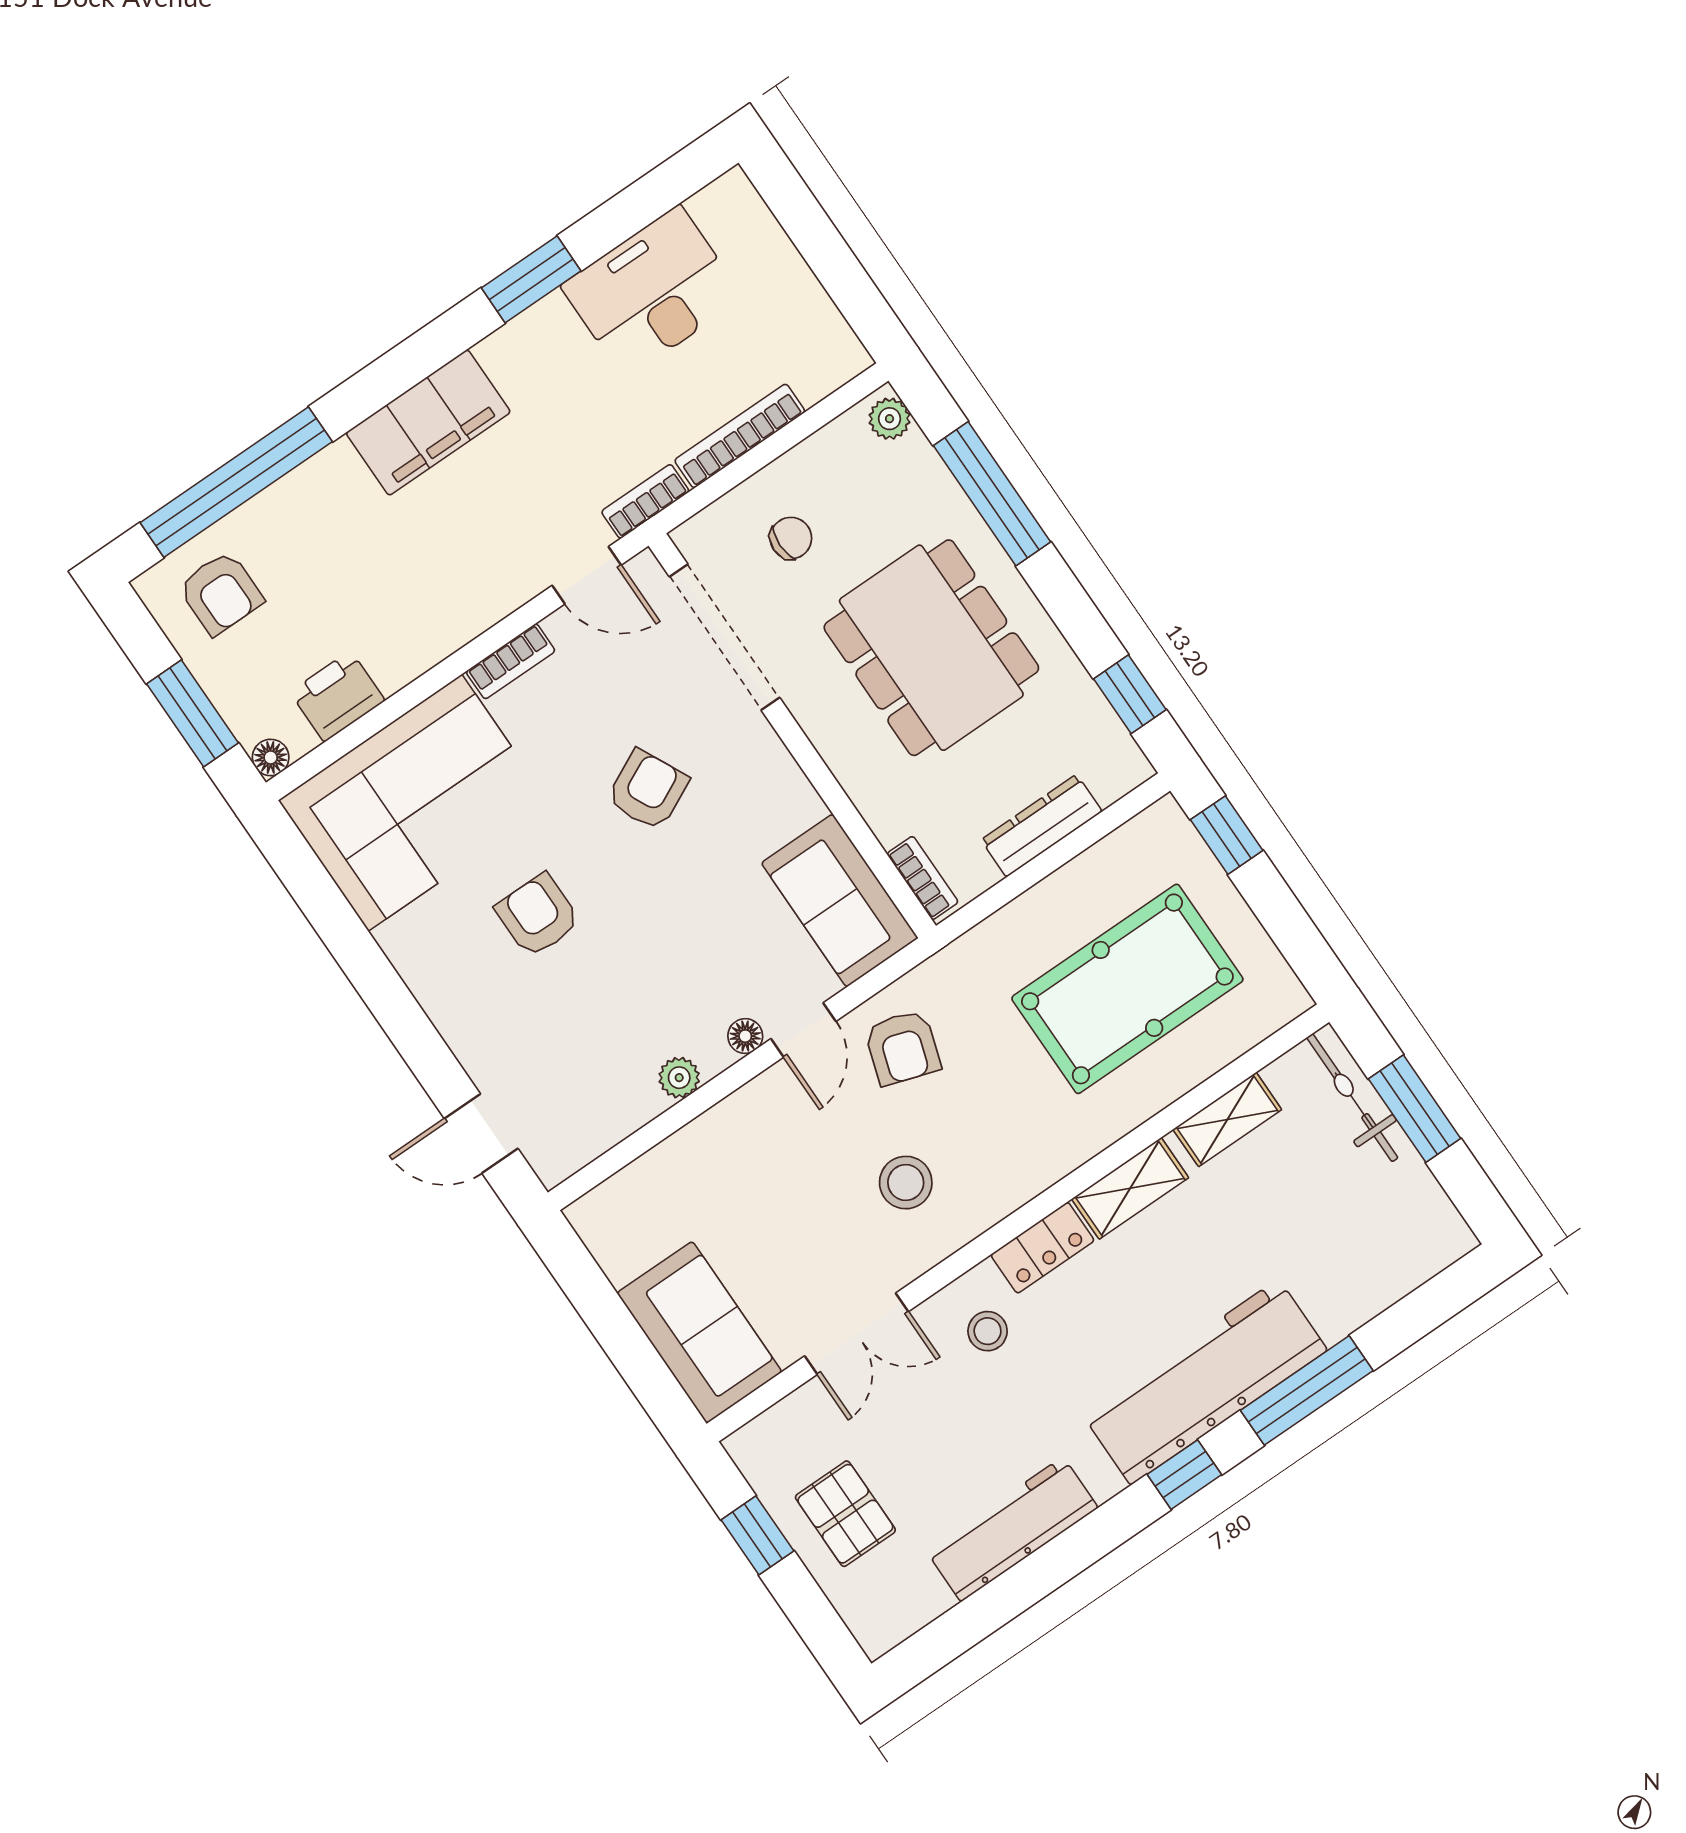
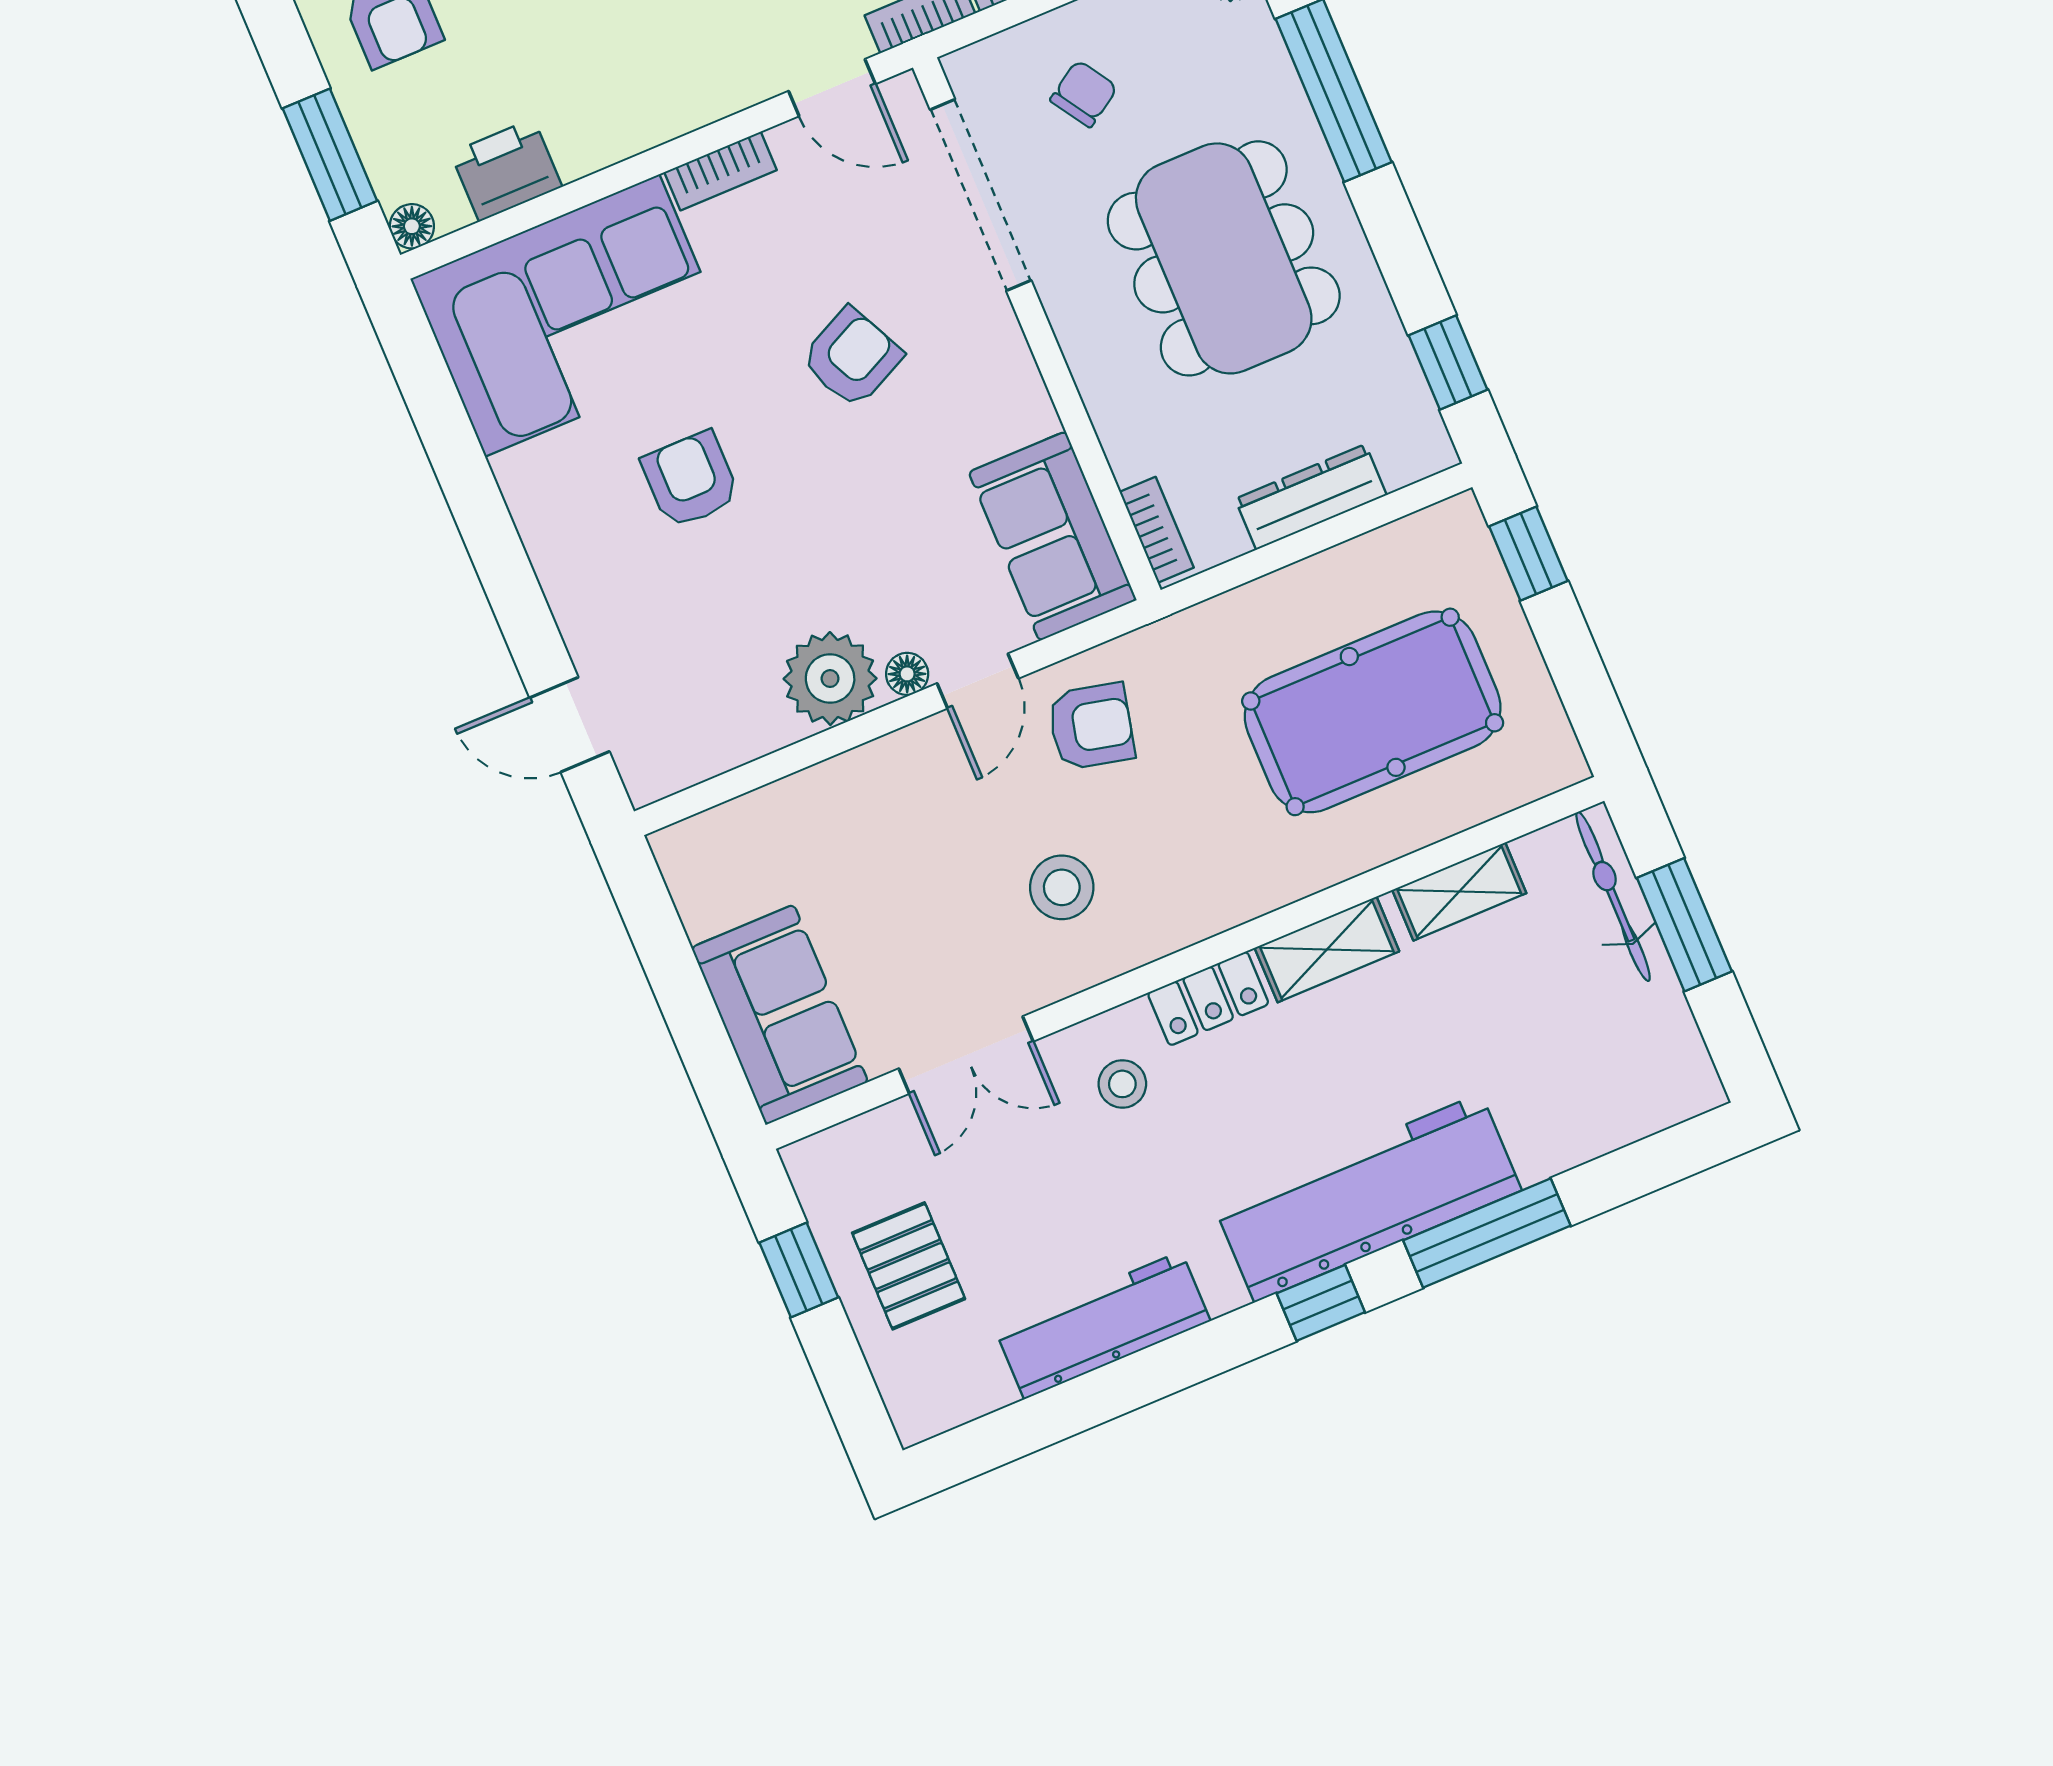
chair: (791, 538) -> (1084, 94), turned -33
armchair: (903, 1048) -> (1091, 726), turned -95
plant: (679, 1078) -> (830, 679), width x1.87, depth x1.87

